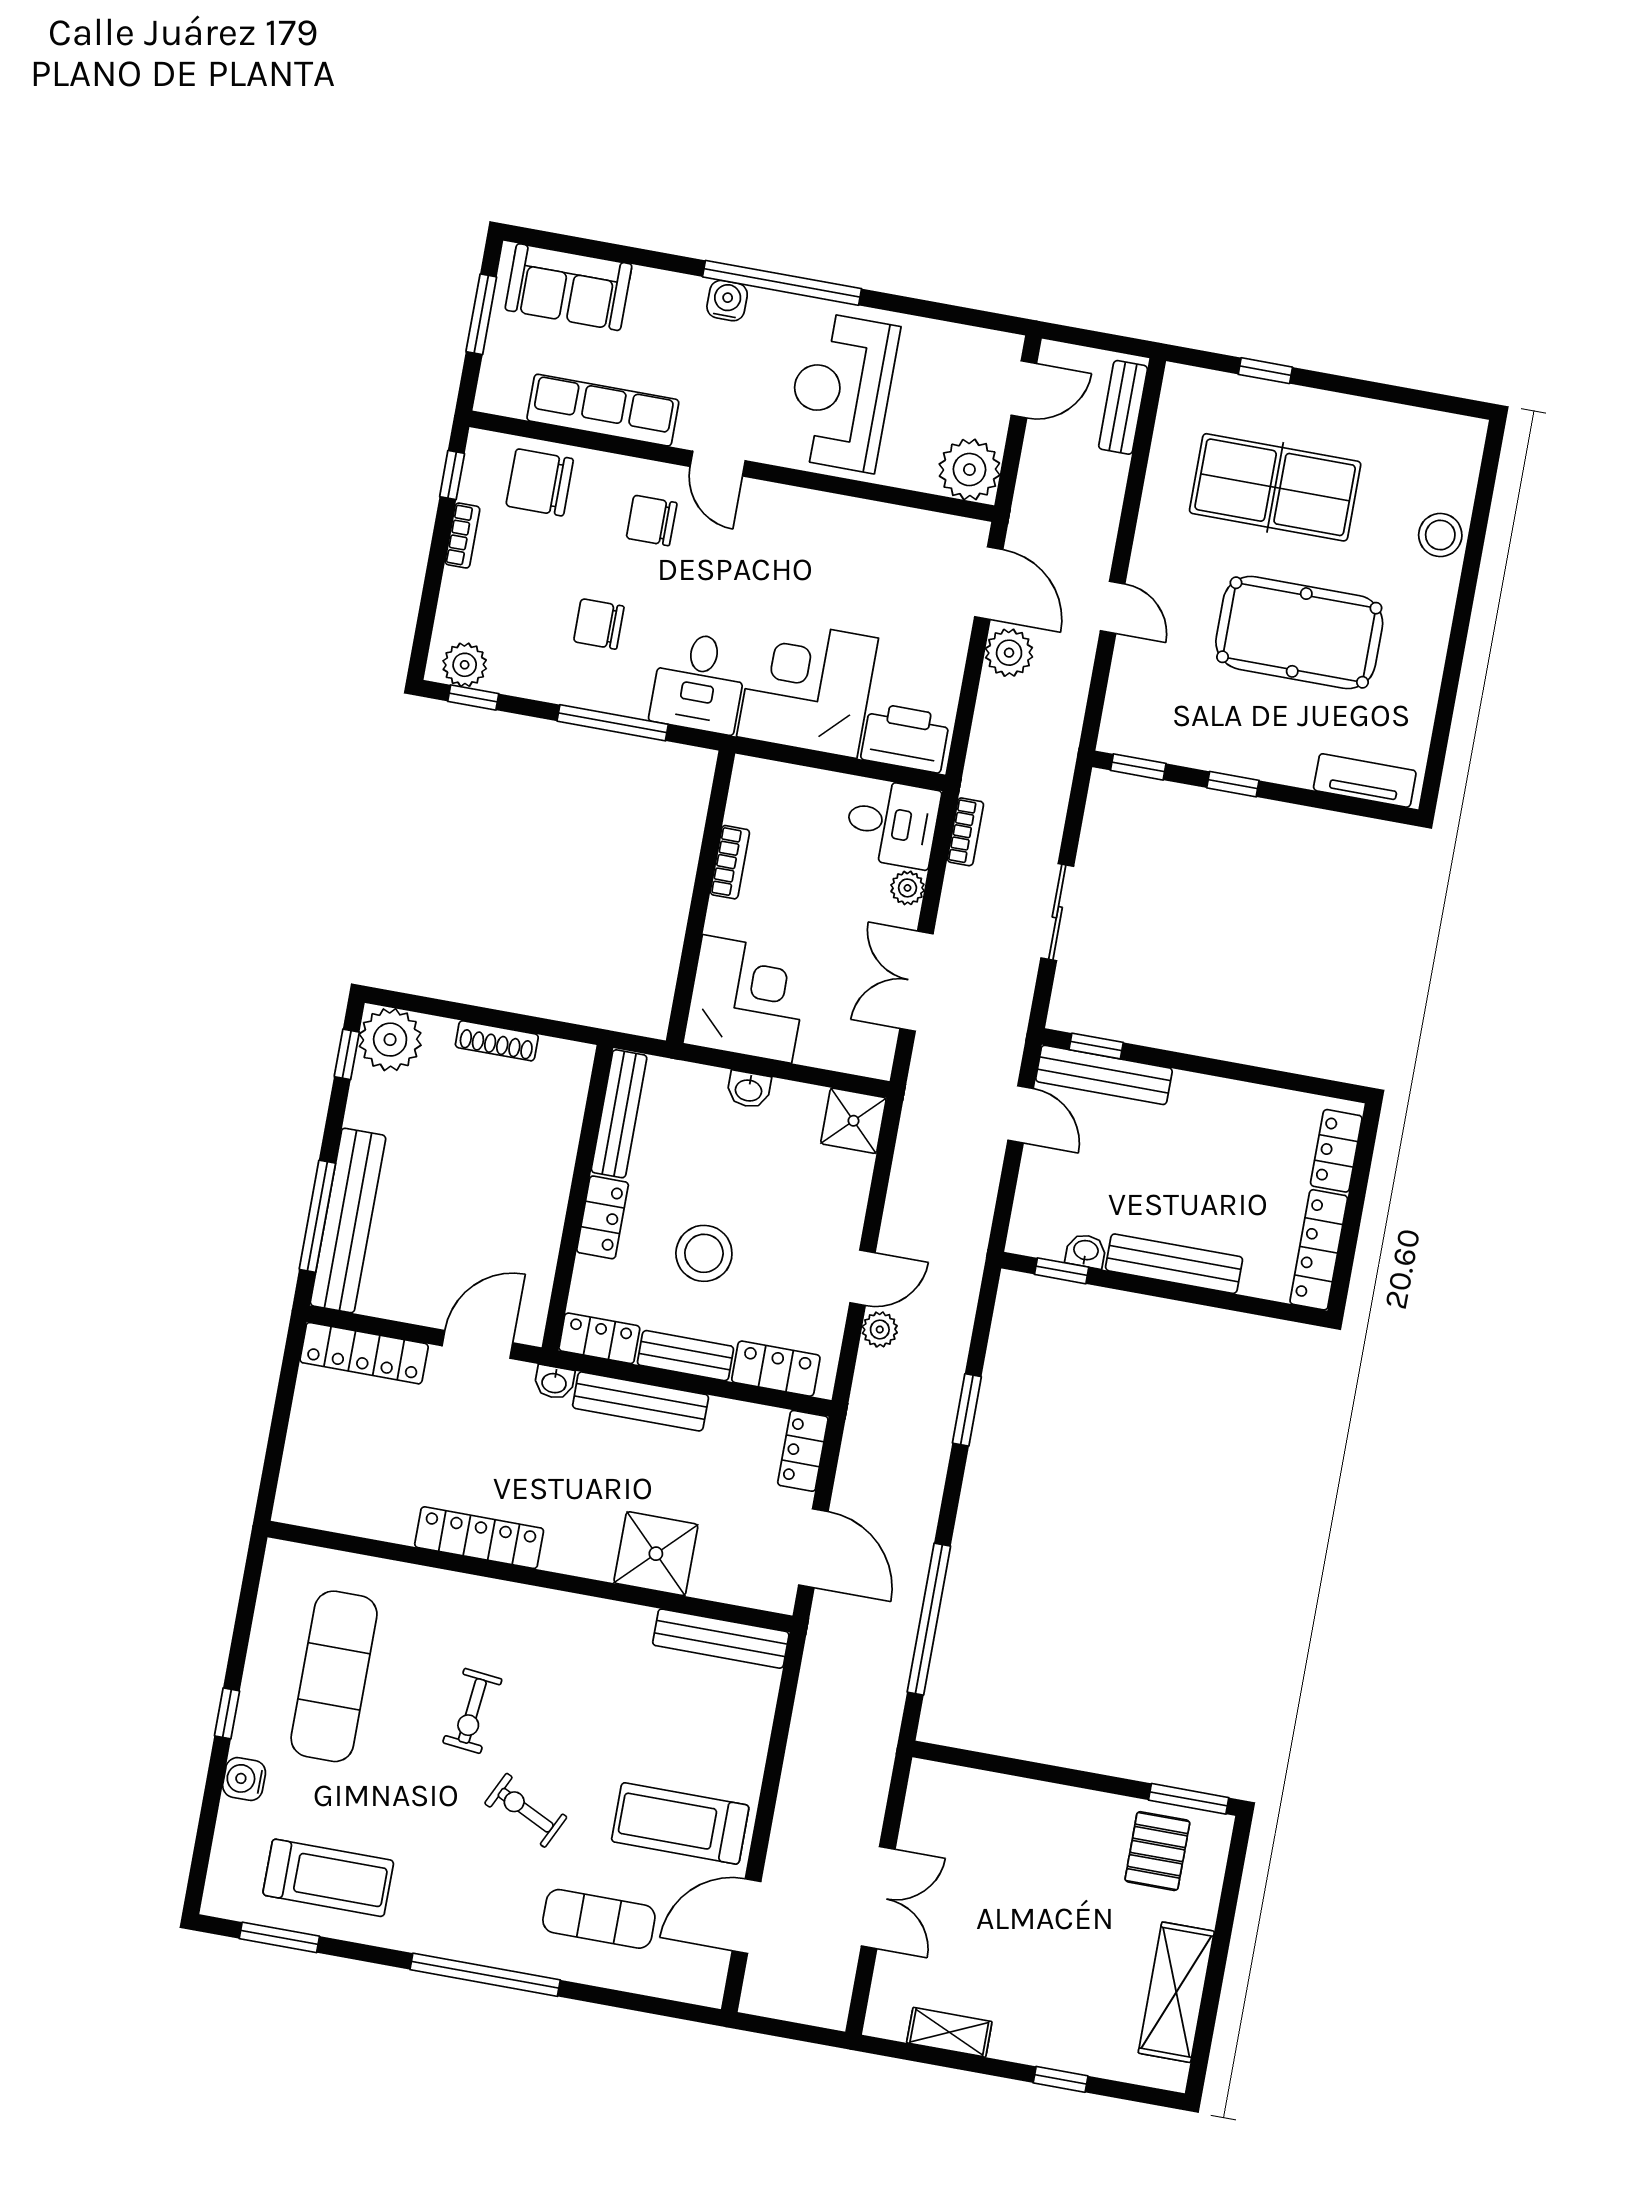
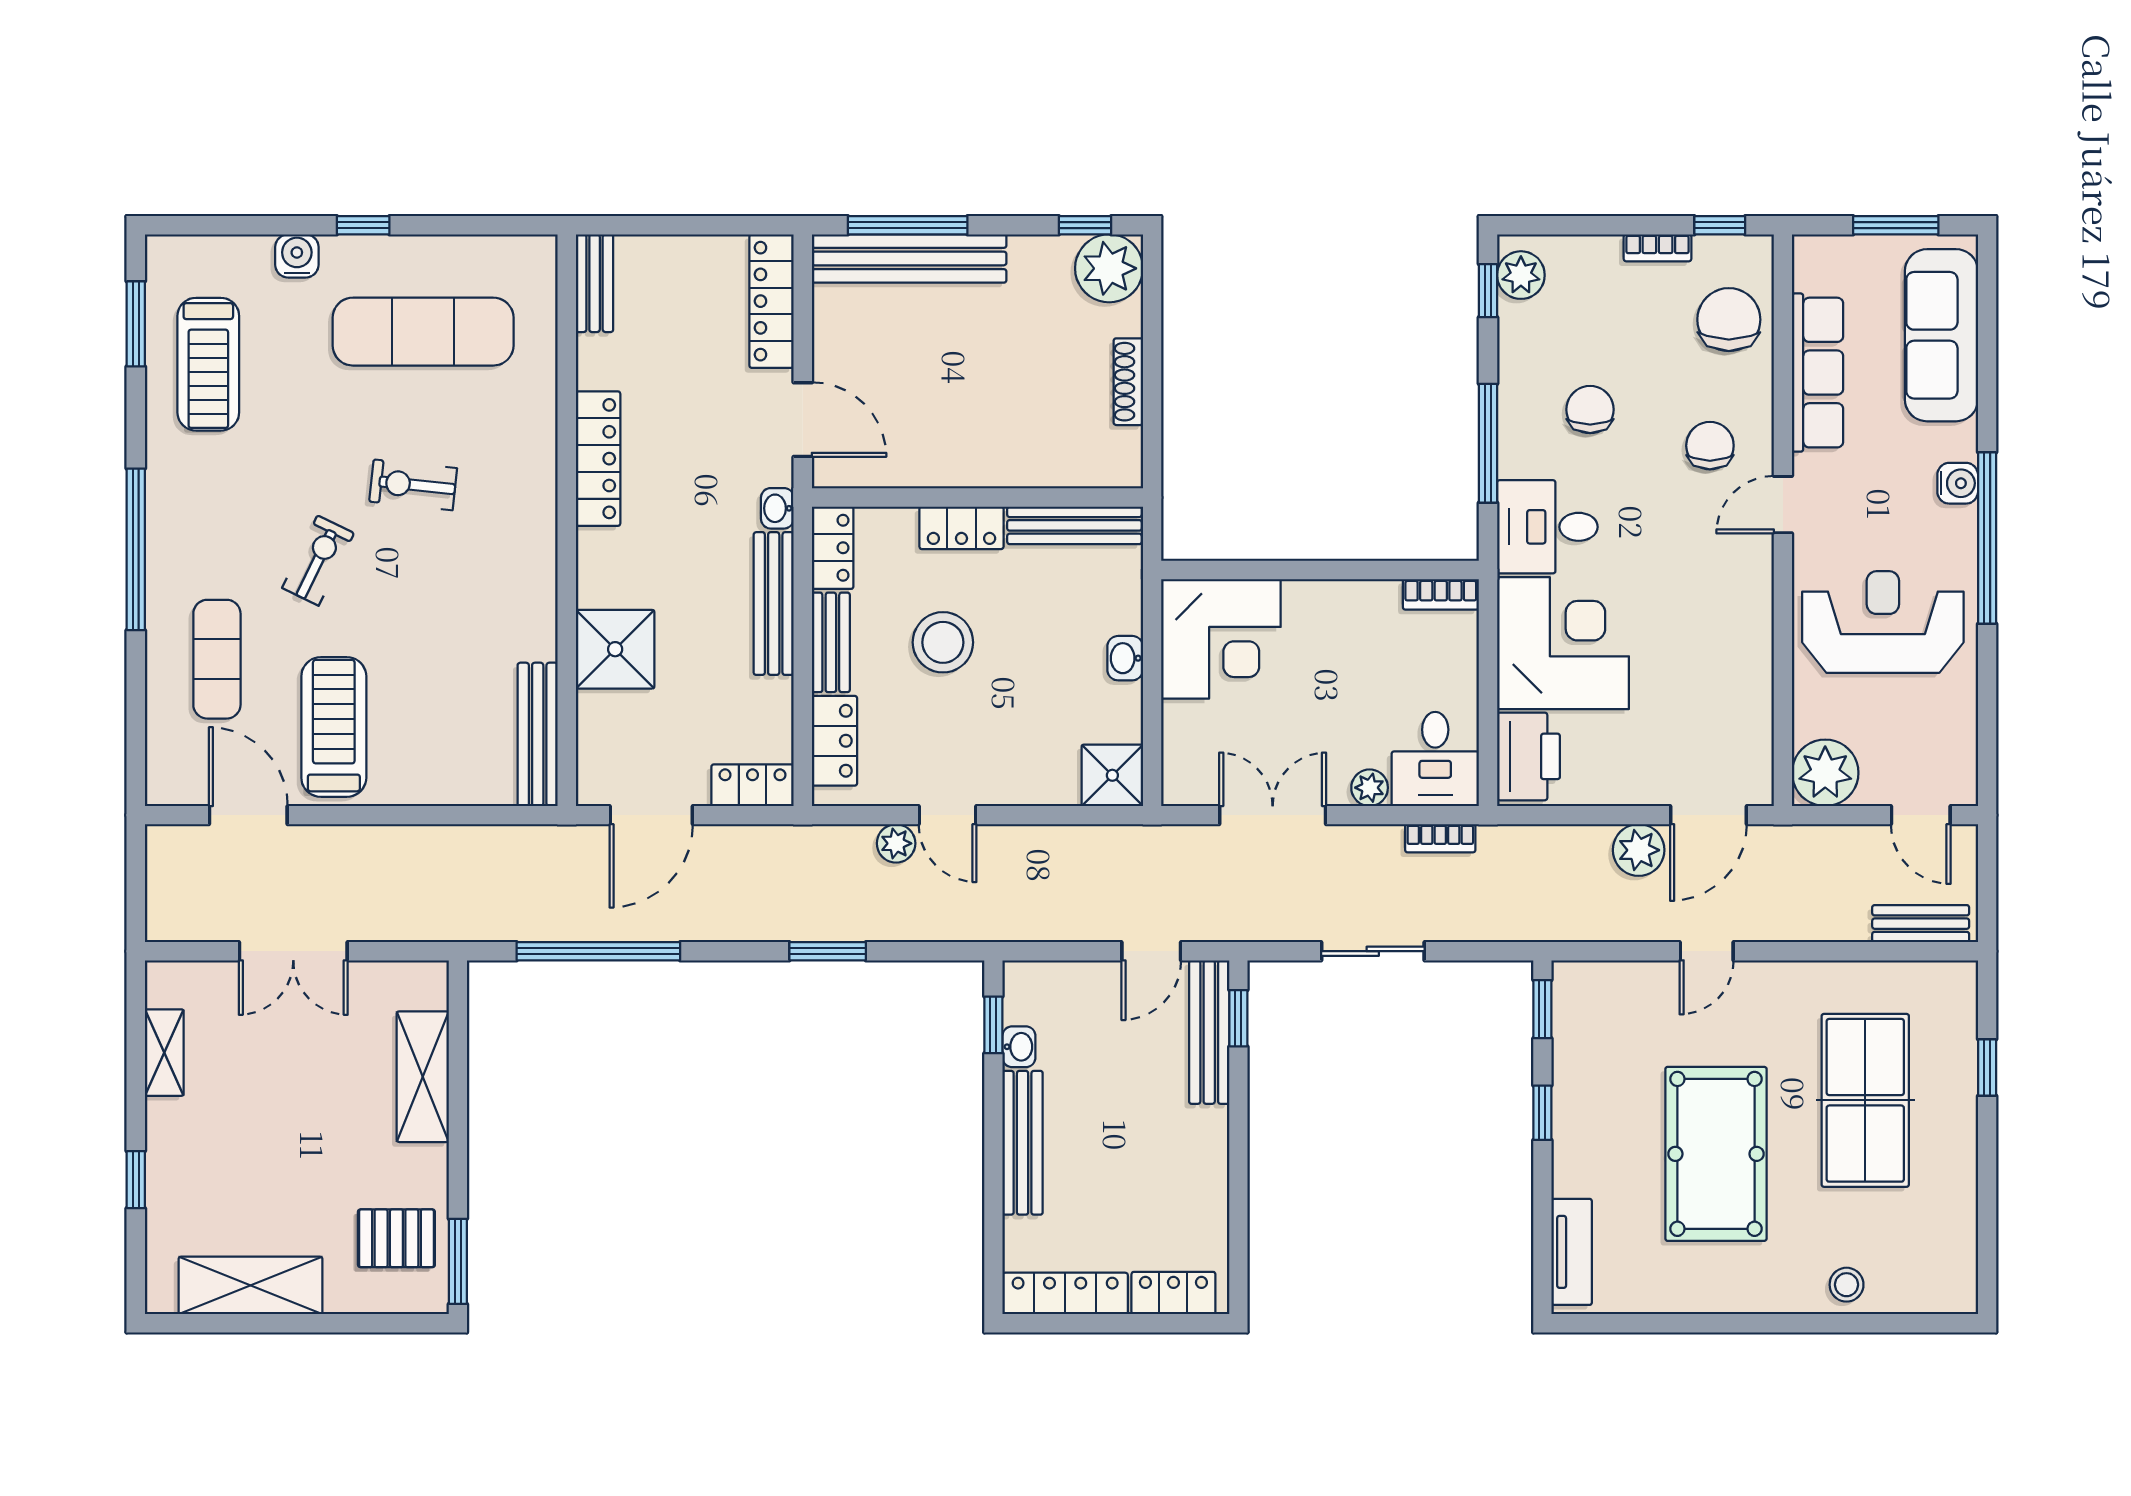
sofa: (569, 287) -> (1941, 335), width x1.36
stool: (1440, 535) -> (1847, 1285), width x0.73, depth x0.73
bookcase: (730, 862) -> (1441, 594), moved
bench: (318, 1512) -> (595, 283), added
shelving: (1014, 1800) -> (423, 1077), added

